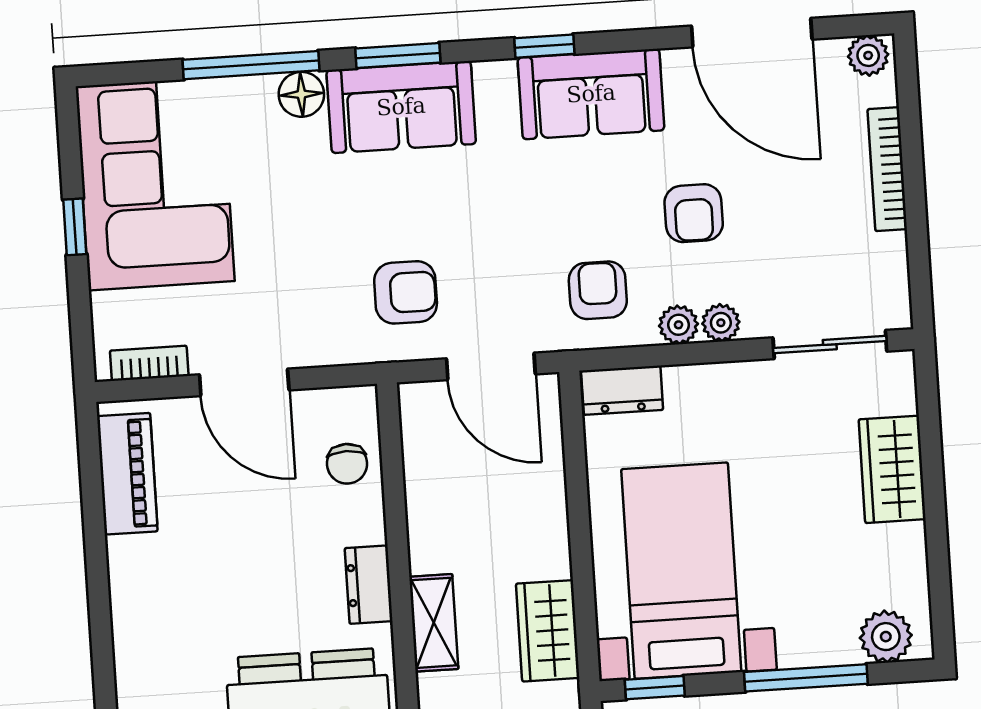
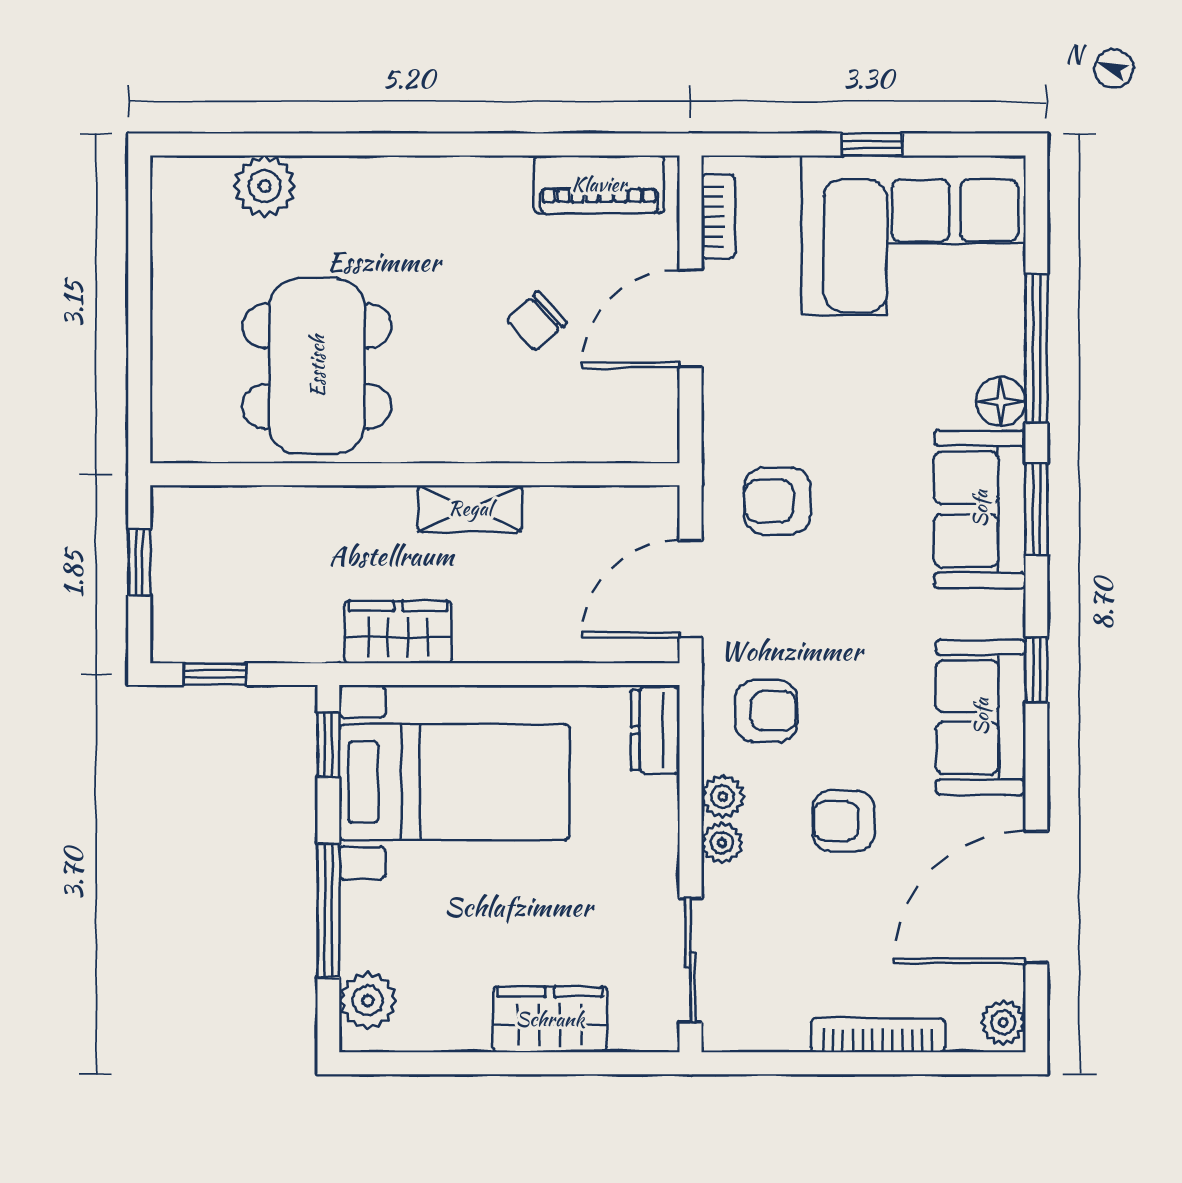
armchair: (406, 292) -> (777, 501), turned 90
chair: (347, 464) -> (537, 321), moved, turned -42
dresser: (369, 585) -> (461, 440), removed
shelving: (434, 623) -> (470, 508), moved

